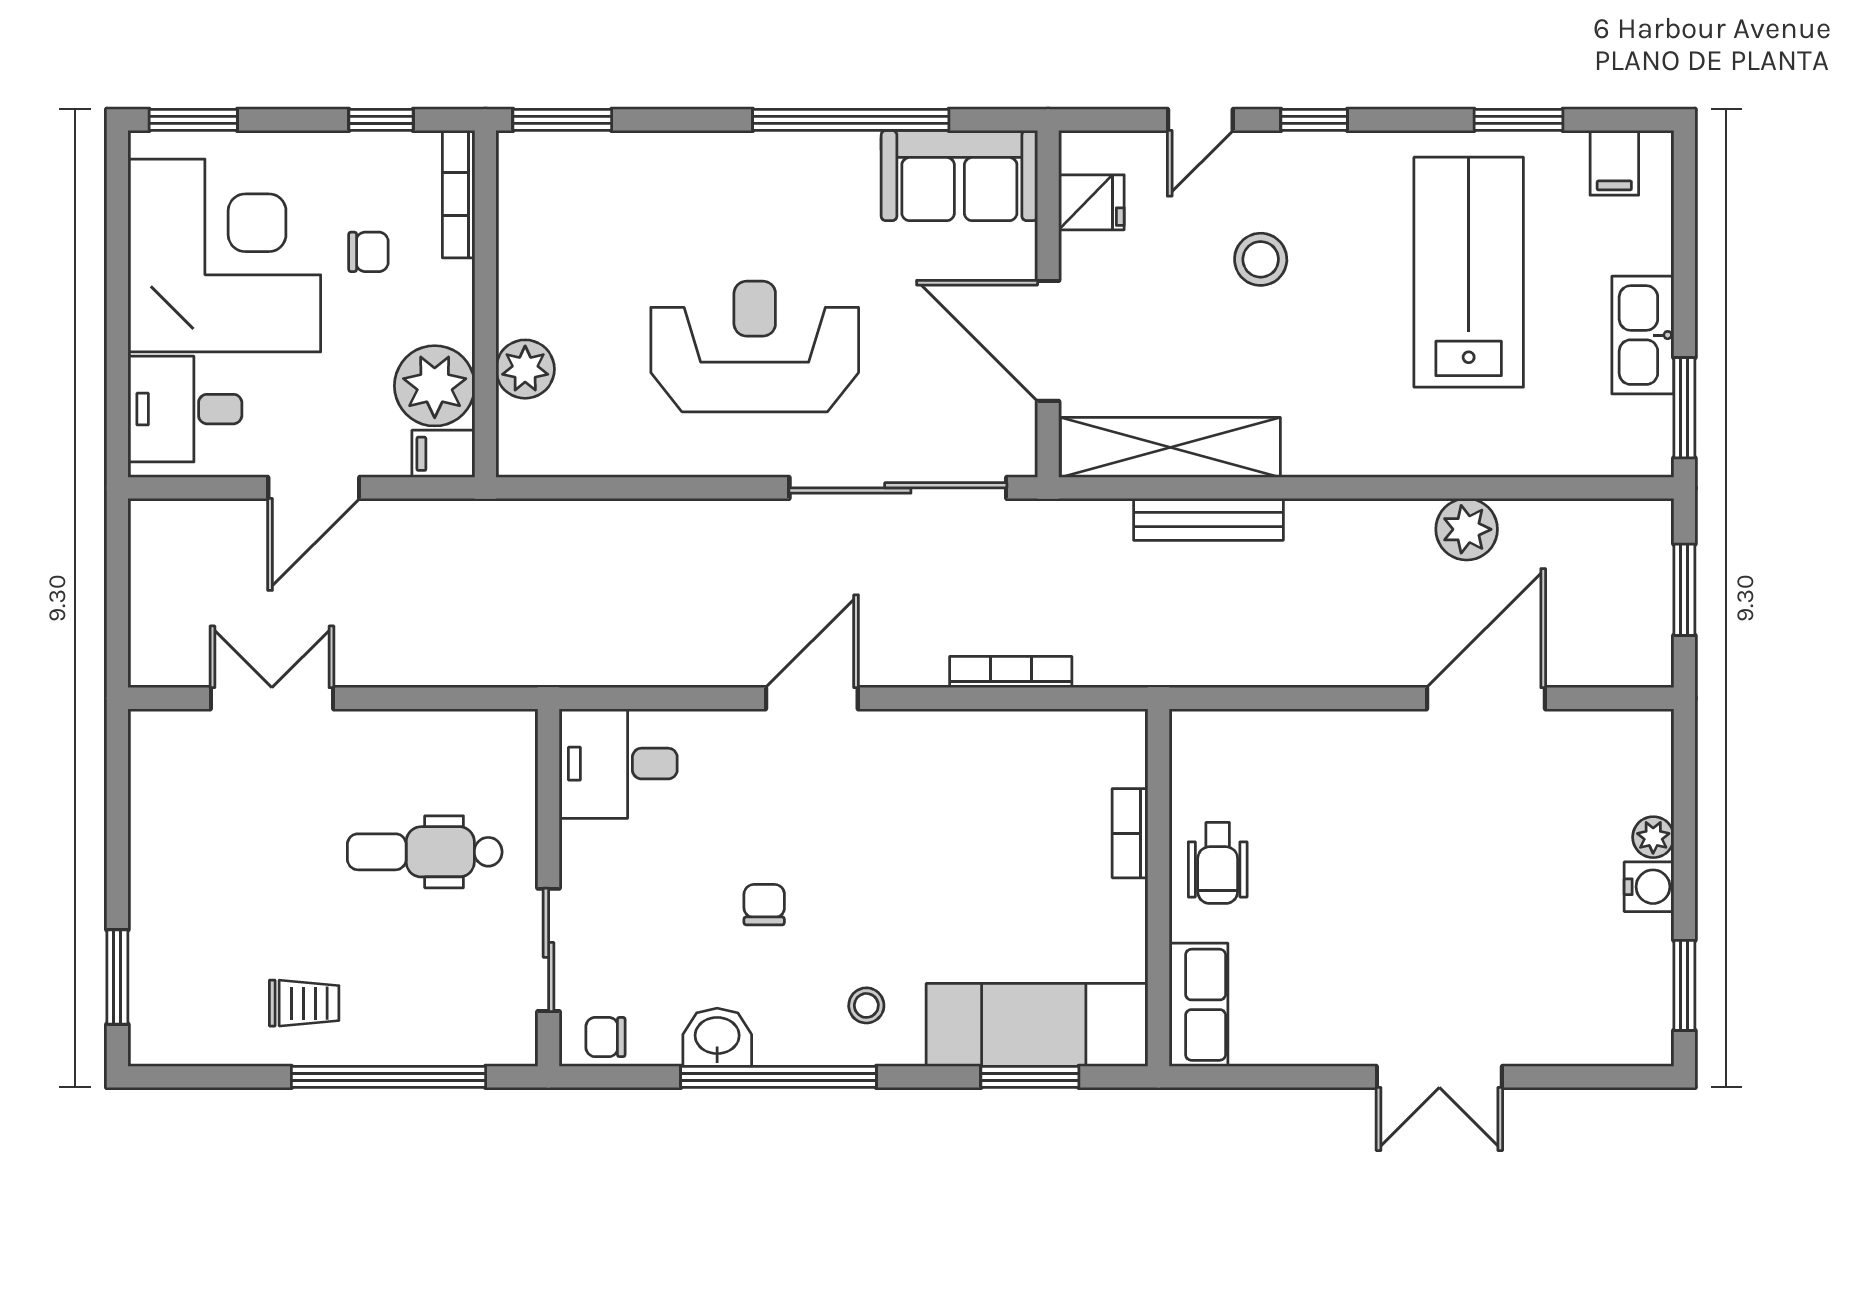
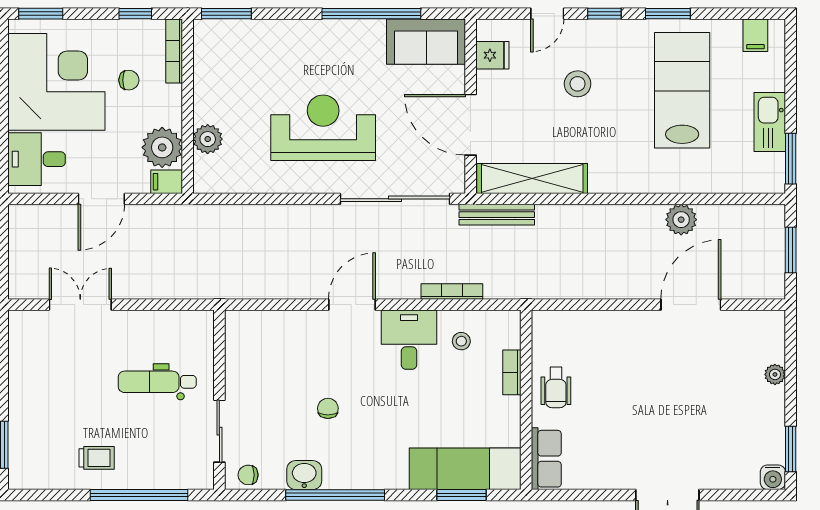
window: (1518, 120) -> (668, 14), moved
bench: (1208, 519) -> (497, 215), moved
desk: (618, 764) -> (409, 340), moved, turned 90
water cooler: (1649, 887) -> (773, 477), moved, turned 90
stool: (866, 1005) -> (461, 341), moved

